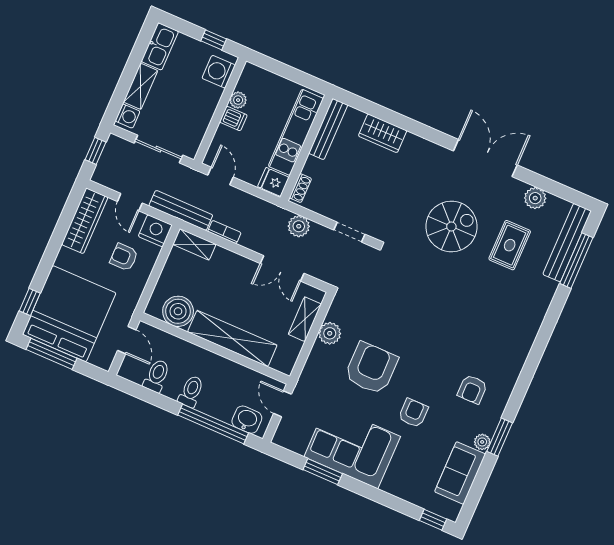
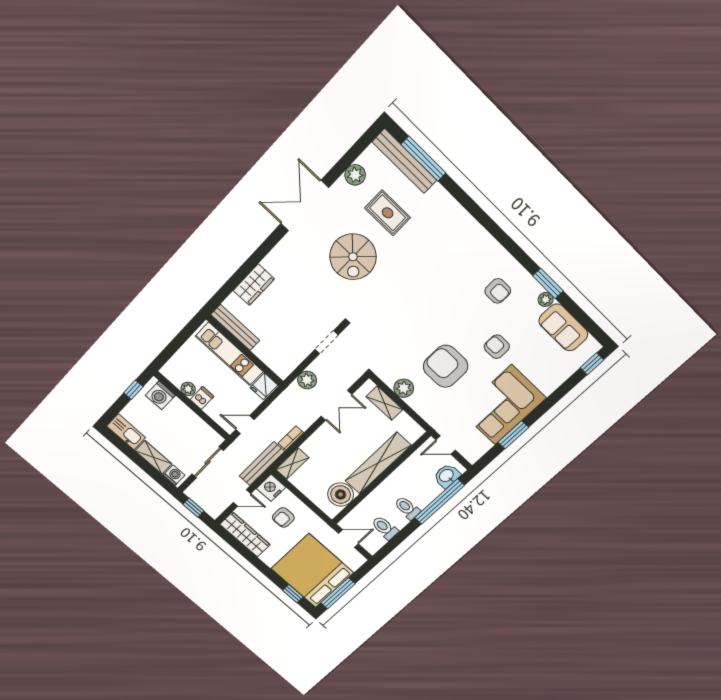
shoe rack: (300, 188) -> (276, 367), removed
spiral stairs: (451, 226) -> (353, 257), turned 180

